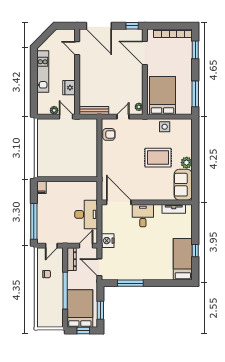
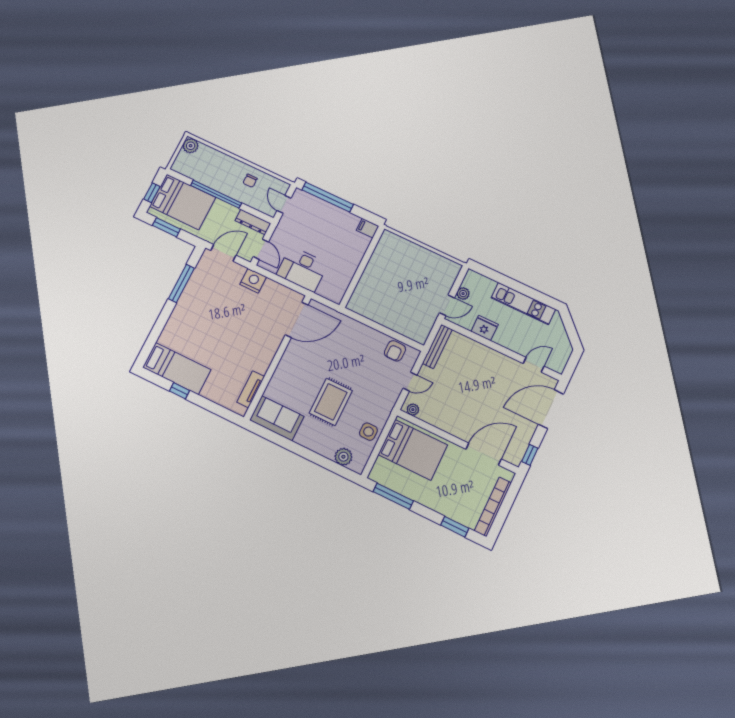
door: (123, 117) -> (410, 382), hinge flipped
plant: (187, 163) -> (343, 457), moved
desk: (143, 216) -> (262, 343), removed
plant: (42, 322) -> (191, 146), added

